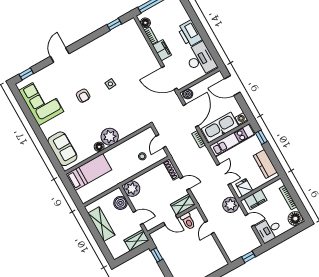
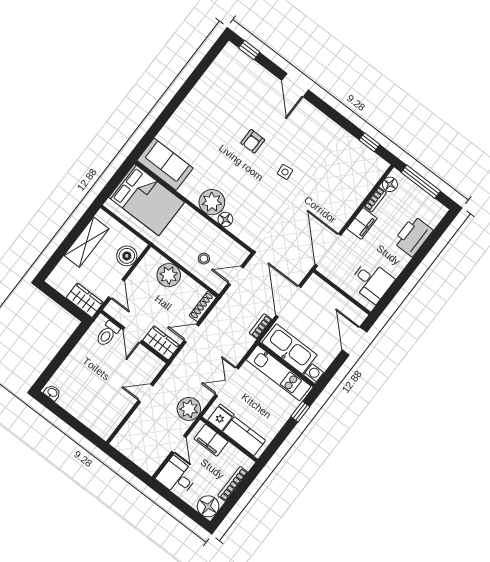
printer: (190, 34) -> (413, 236), moved
door: (60, 55) -> (295, 85), swing flipped
desk: (200, 59) -> (372, 281), width x0.73
boiler: (188, 94) -> (317, 285), removed
corner sofa: (41, 101) -> (221, 87), removed
door: (191, 116) -> (288, 301), swing flipped
floor lamp: (99, 147) -> (225, 219), moved
sofa: (62, 149) -> (165, 164), moved, turned -90
kitchen counter: (265, 164) -> (244, 436), moved, turned 90
bed: (89, 172) -> (146, 200), width x1.50
double door: (224, 174) -> (227, 382), swing flipped
door: (185, 184) -> (191, 333), swing flipped
plant: (132, 189) -> (169, 275), moved
toilet: (188, 221) -> (108, 334), moved
window: (157, 255) -> (76, 337), removed
window: (249, 257) -> (128, 464), removed

